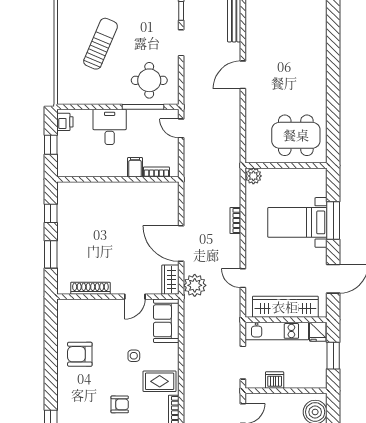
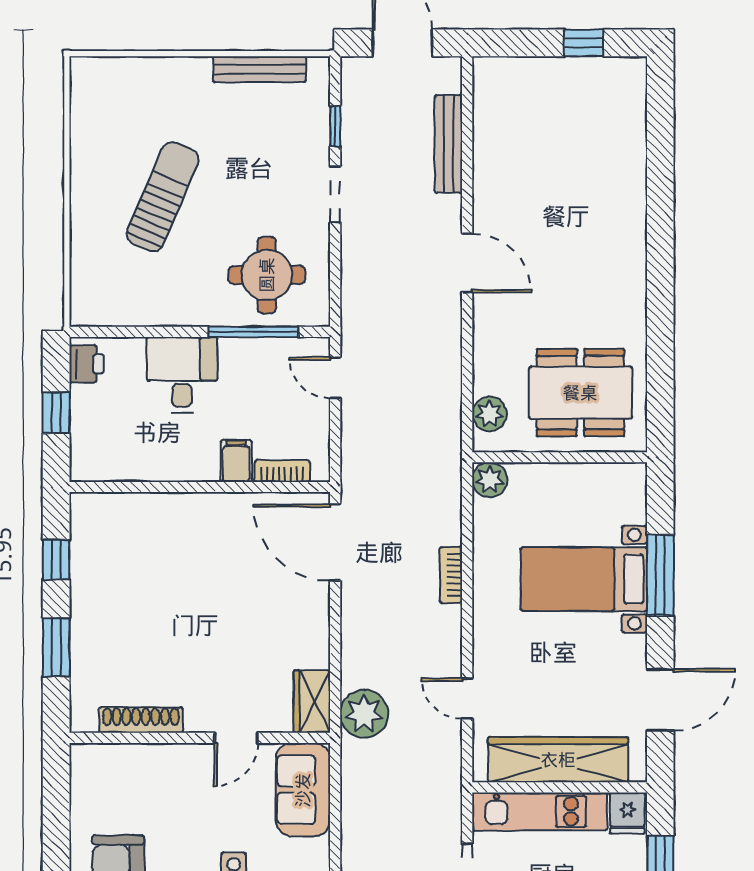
door: (243, 75) -> (467, 263), swing flipped
plant: (253, 145) -> (489, 414), added
door: (181, 244) -> (335, 542), moved

